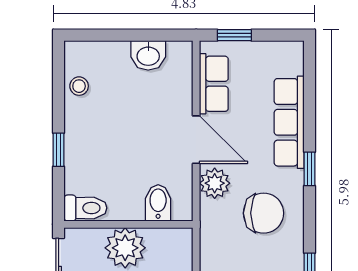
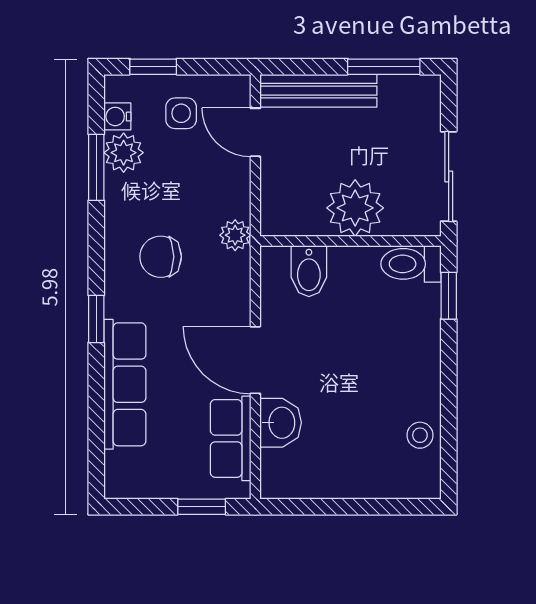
washbasin: (148, 55) -> (281, 423), moved, turned 90
window: (59, 150) -> (449, 296), moved
plant: (215, 183) -> (235, 235), moved, width x0.73, depth x0.73
chair: (264, 213) -> (161, 257), width x0.73, depth x0.73

